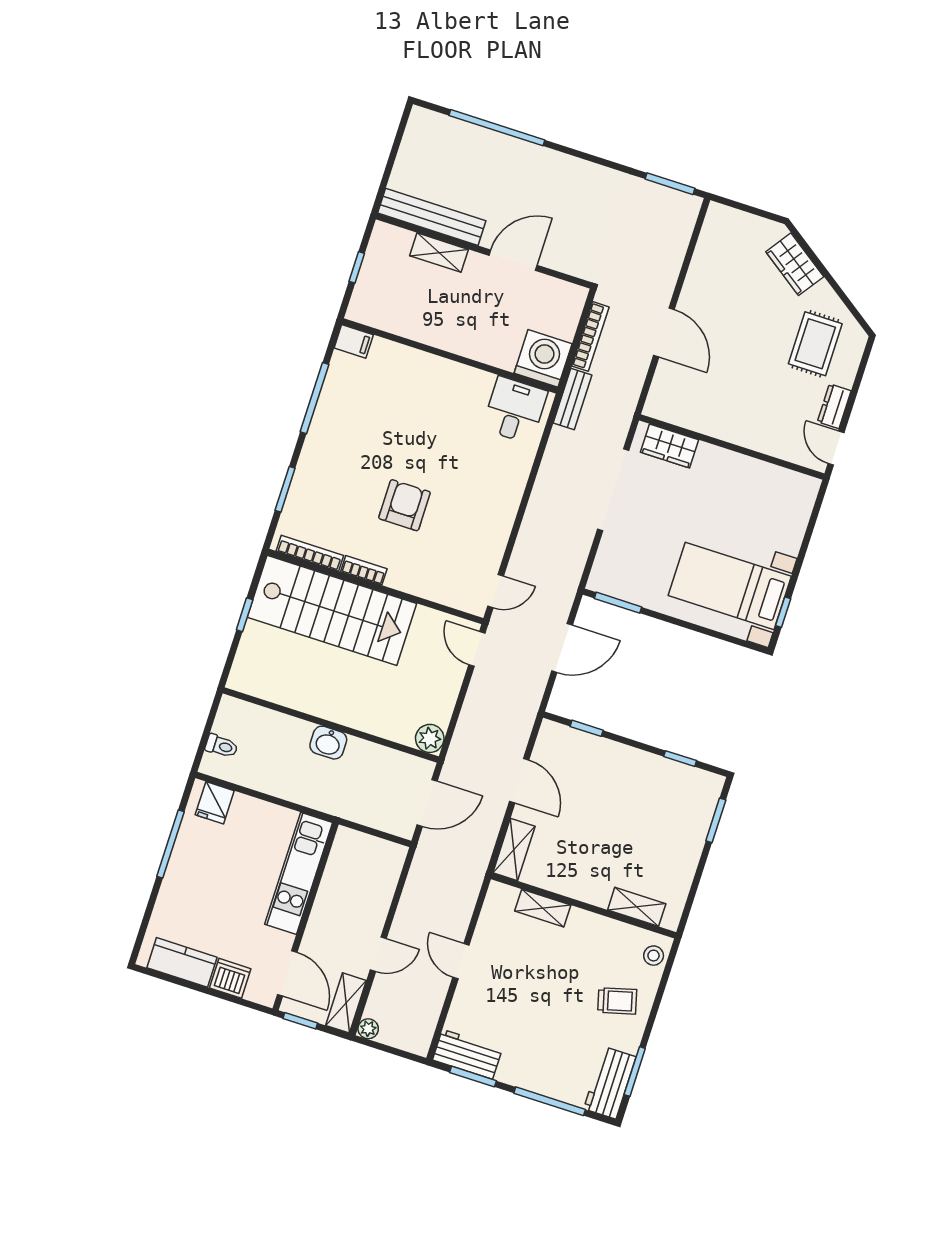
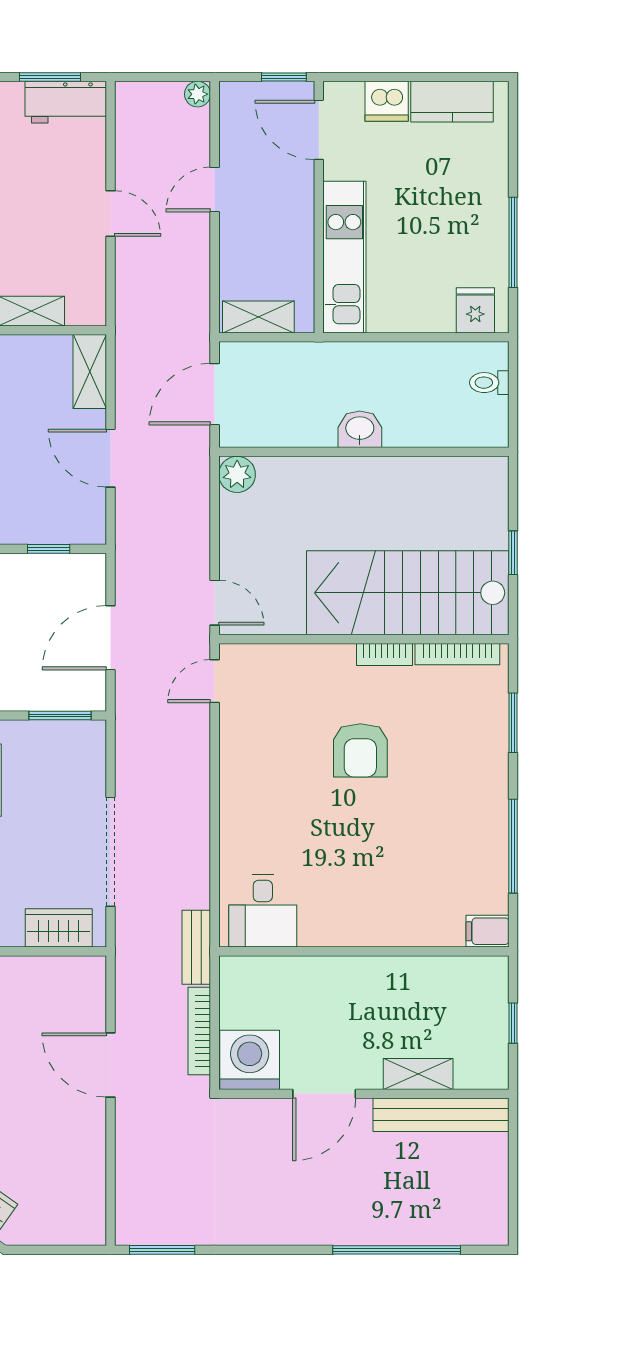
washing machine: (543, 358) -> (250, 1060), moved, turned 180
shelving: (346, 1003) -> (258, 317), moved, turned 90

